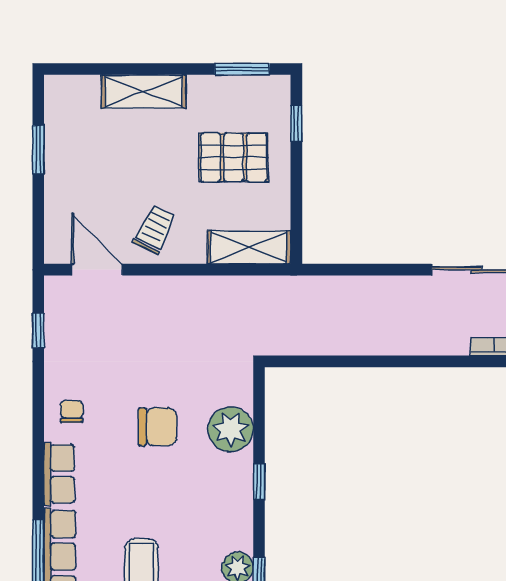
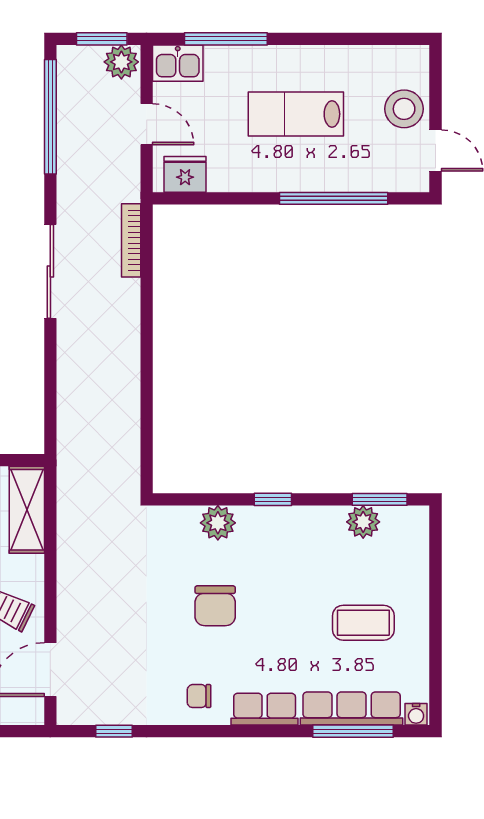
chair: (158, 427) -> (215, 606), turned 180
plant: (231, 429) -> (218, 523), width x0.73, depth x0.73

